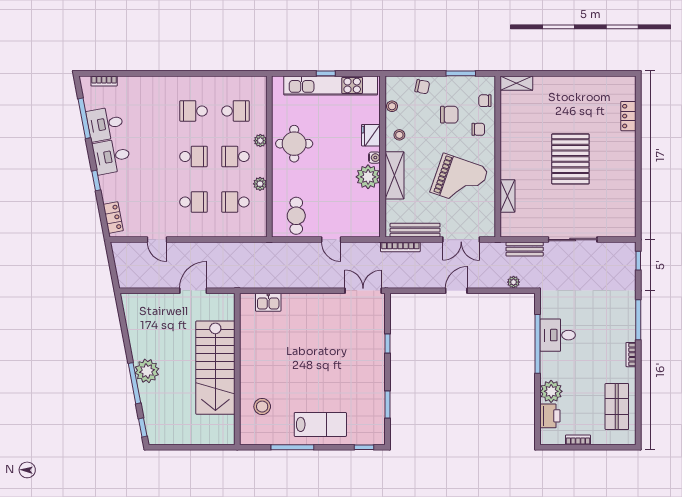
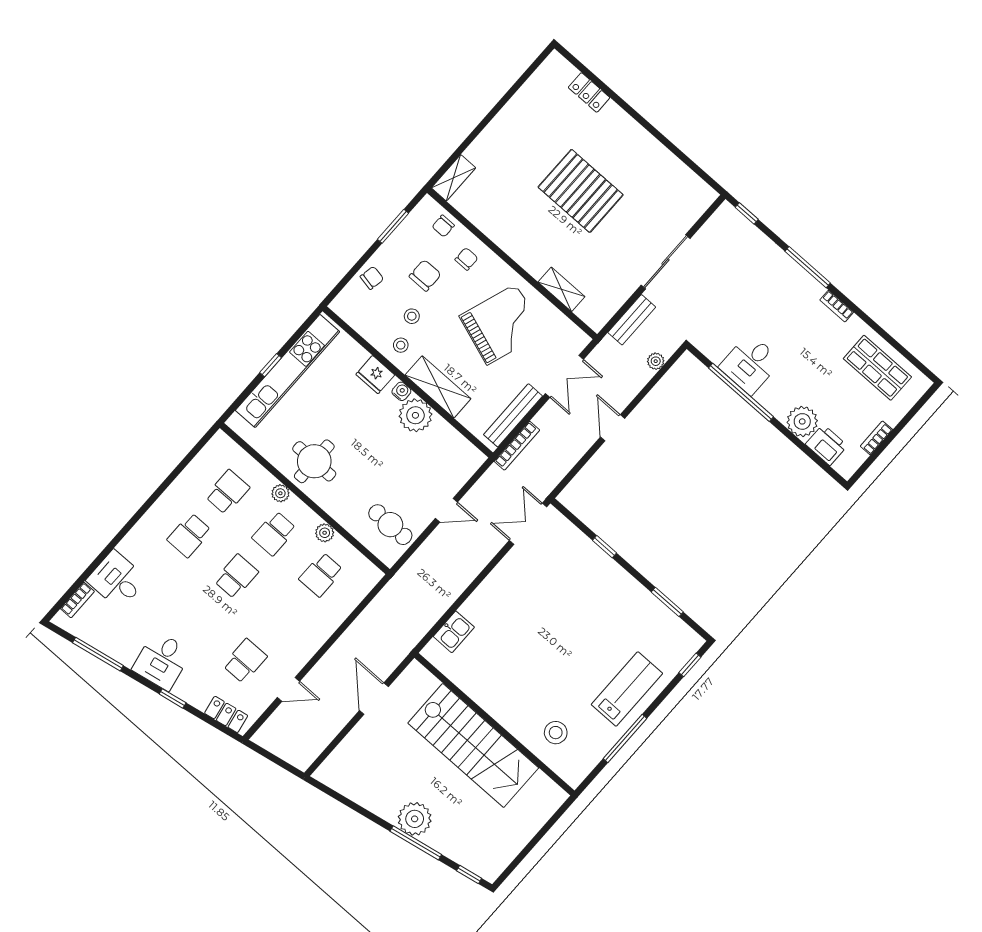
stool: (392, 106) -> (412, 316), moved
desk: (105, 124) -> (117, 580), moved, turned 101
school desk: (193, 202) -> (245, 661), moved

